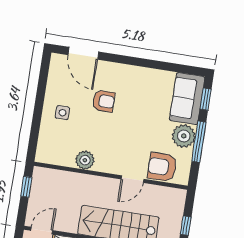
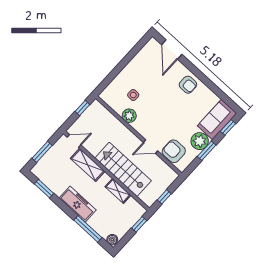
armchair: (104, 101) -> (188, 85), moved
side table: (62, 113) -> (133, 95), moved
window: (199, 142) -> (207, 151), width x0.69

